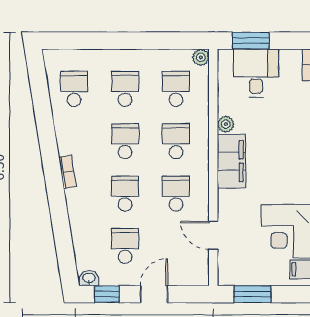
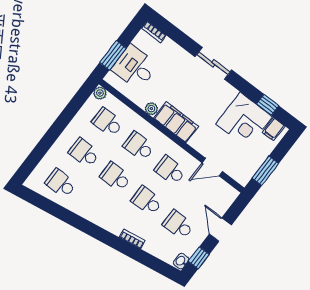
bookcase: (67, 172) -> (132, 239), moved

